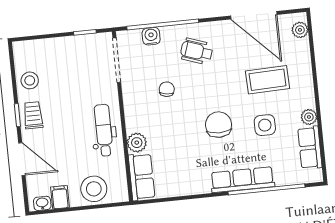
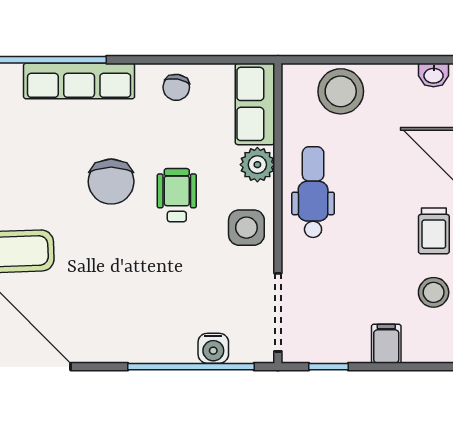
wheelchair: (197, 51) -> (177, 195), moved, turned -109
chair: (167, 89) -> (176, 87), moved
side table: (265, 125) -> (246, 228), moved
dental chair: (104, 130) -> (313, 192), turned 180
filing cabinet: (60, 197) -> (386, 344), moved, turned 180

